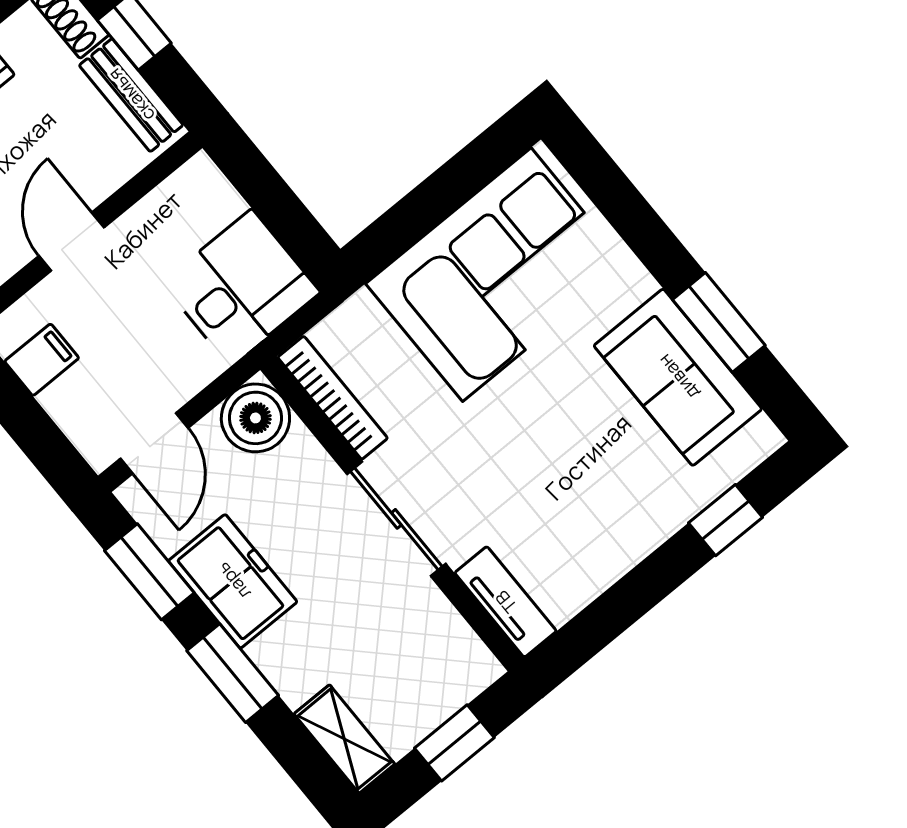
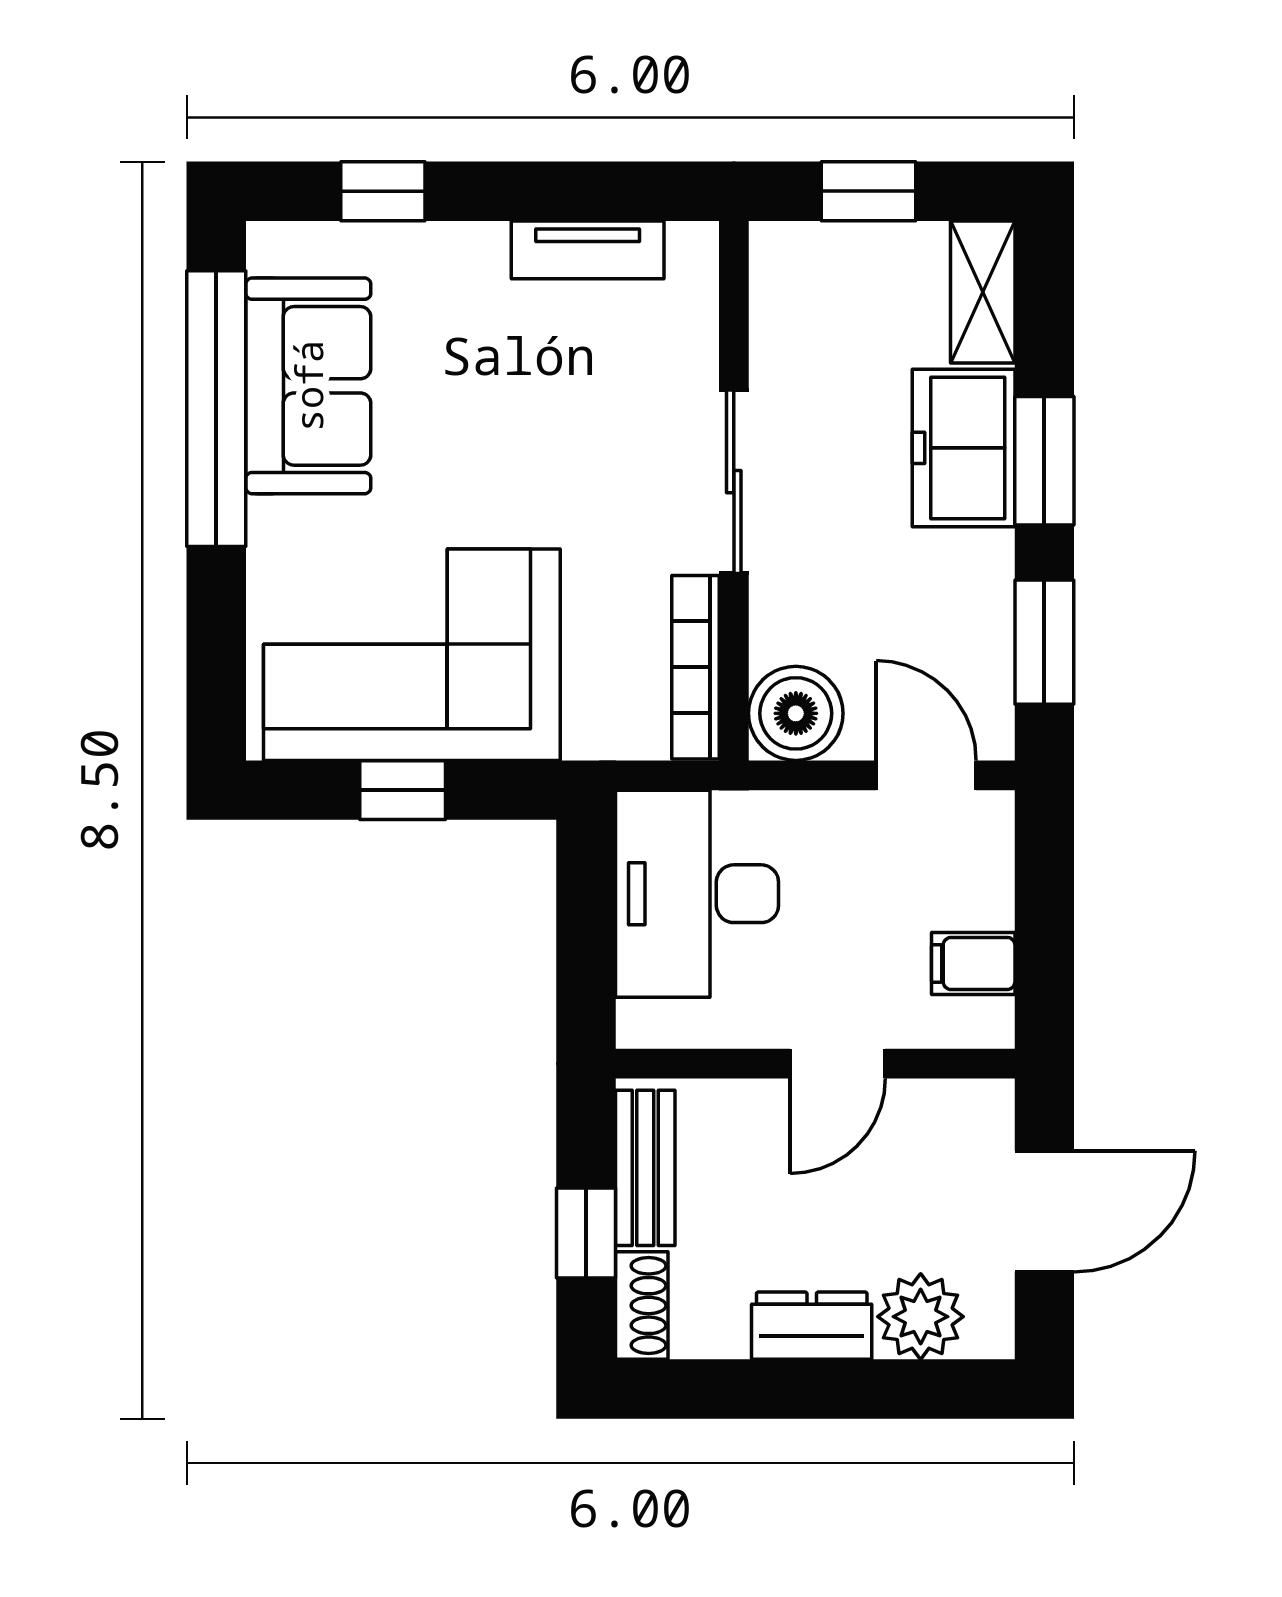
window: (440, 195) -> (403, 790), added
desk: (241, 288) -> (697, 894), width x1.37
window: (719, 322) -> (216, 409), width x2.11
door: (154, 443) -> (926, 775), hinge flipped
freezer: (233, 581) -> (964, 448), moved
tv unit: (506, 602) -> (588, 250), moved, turned -90

